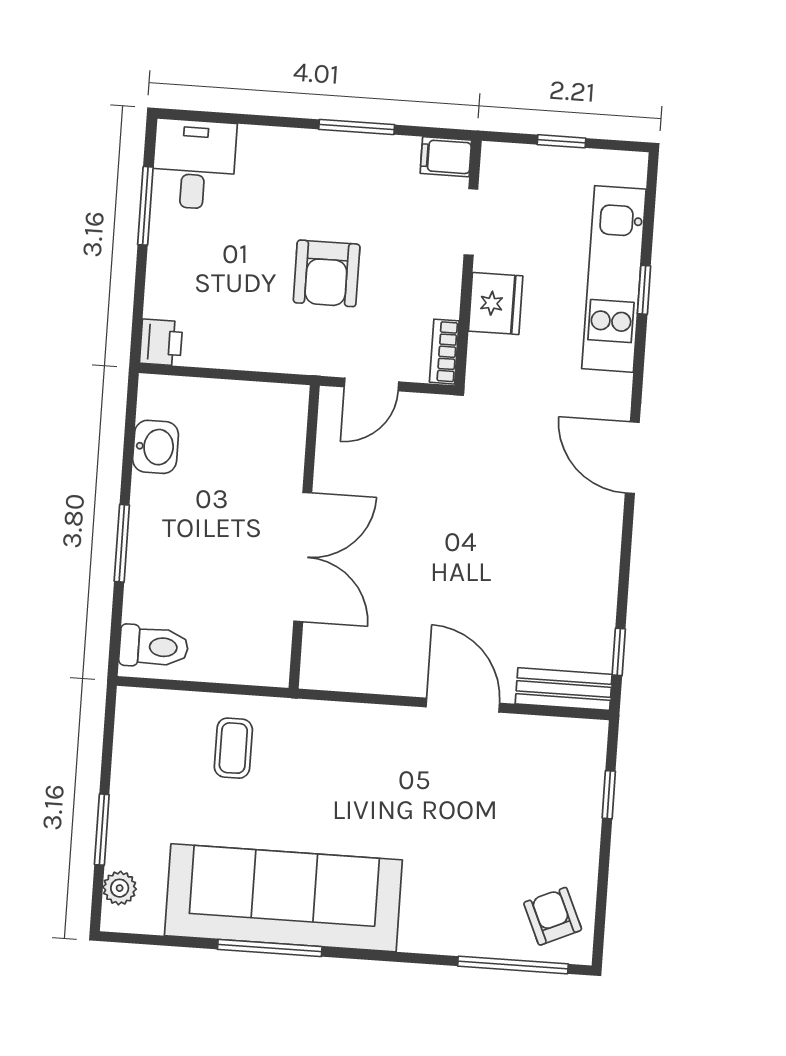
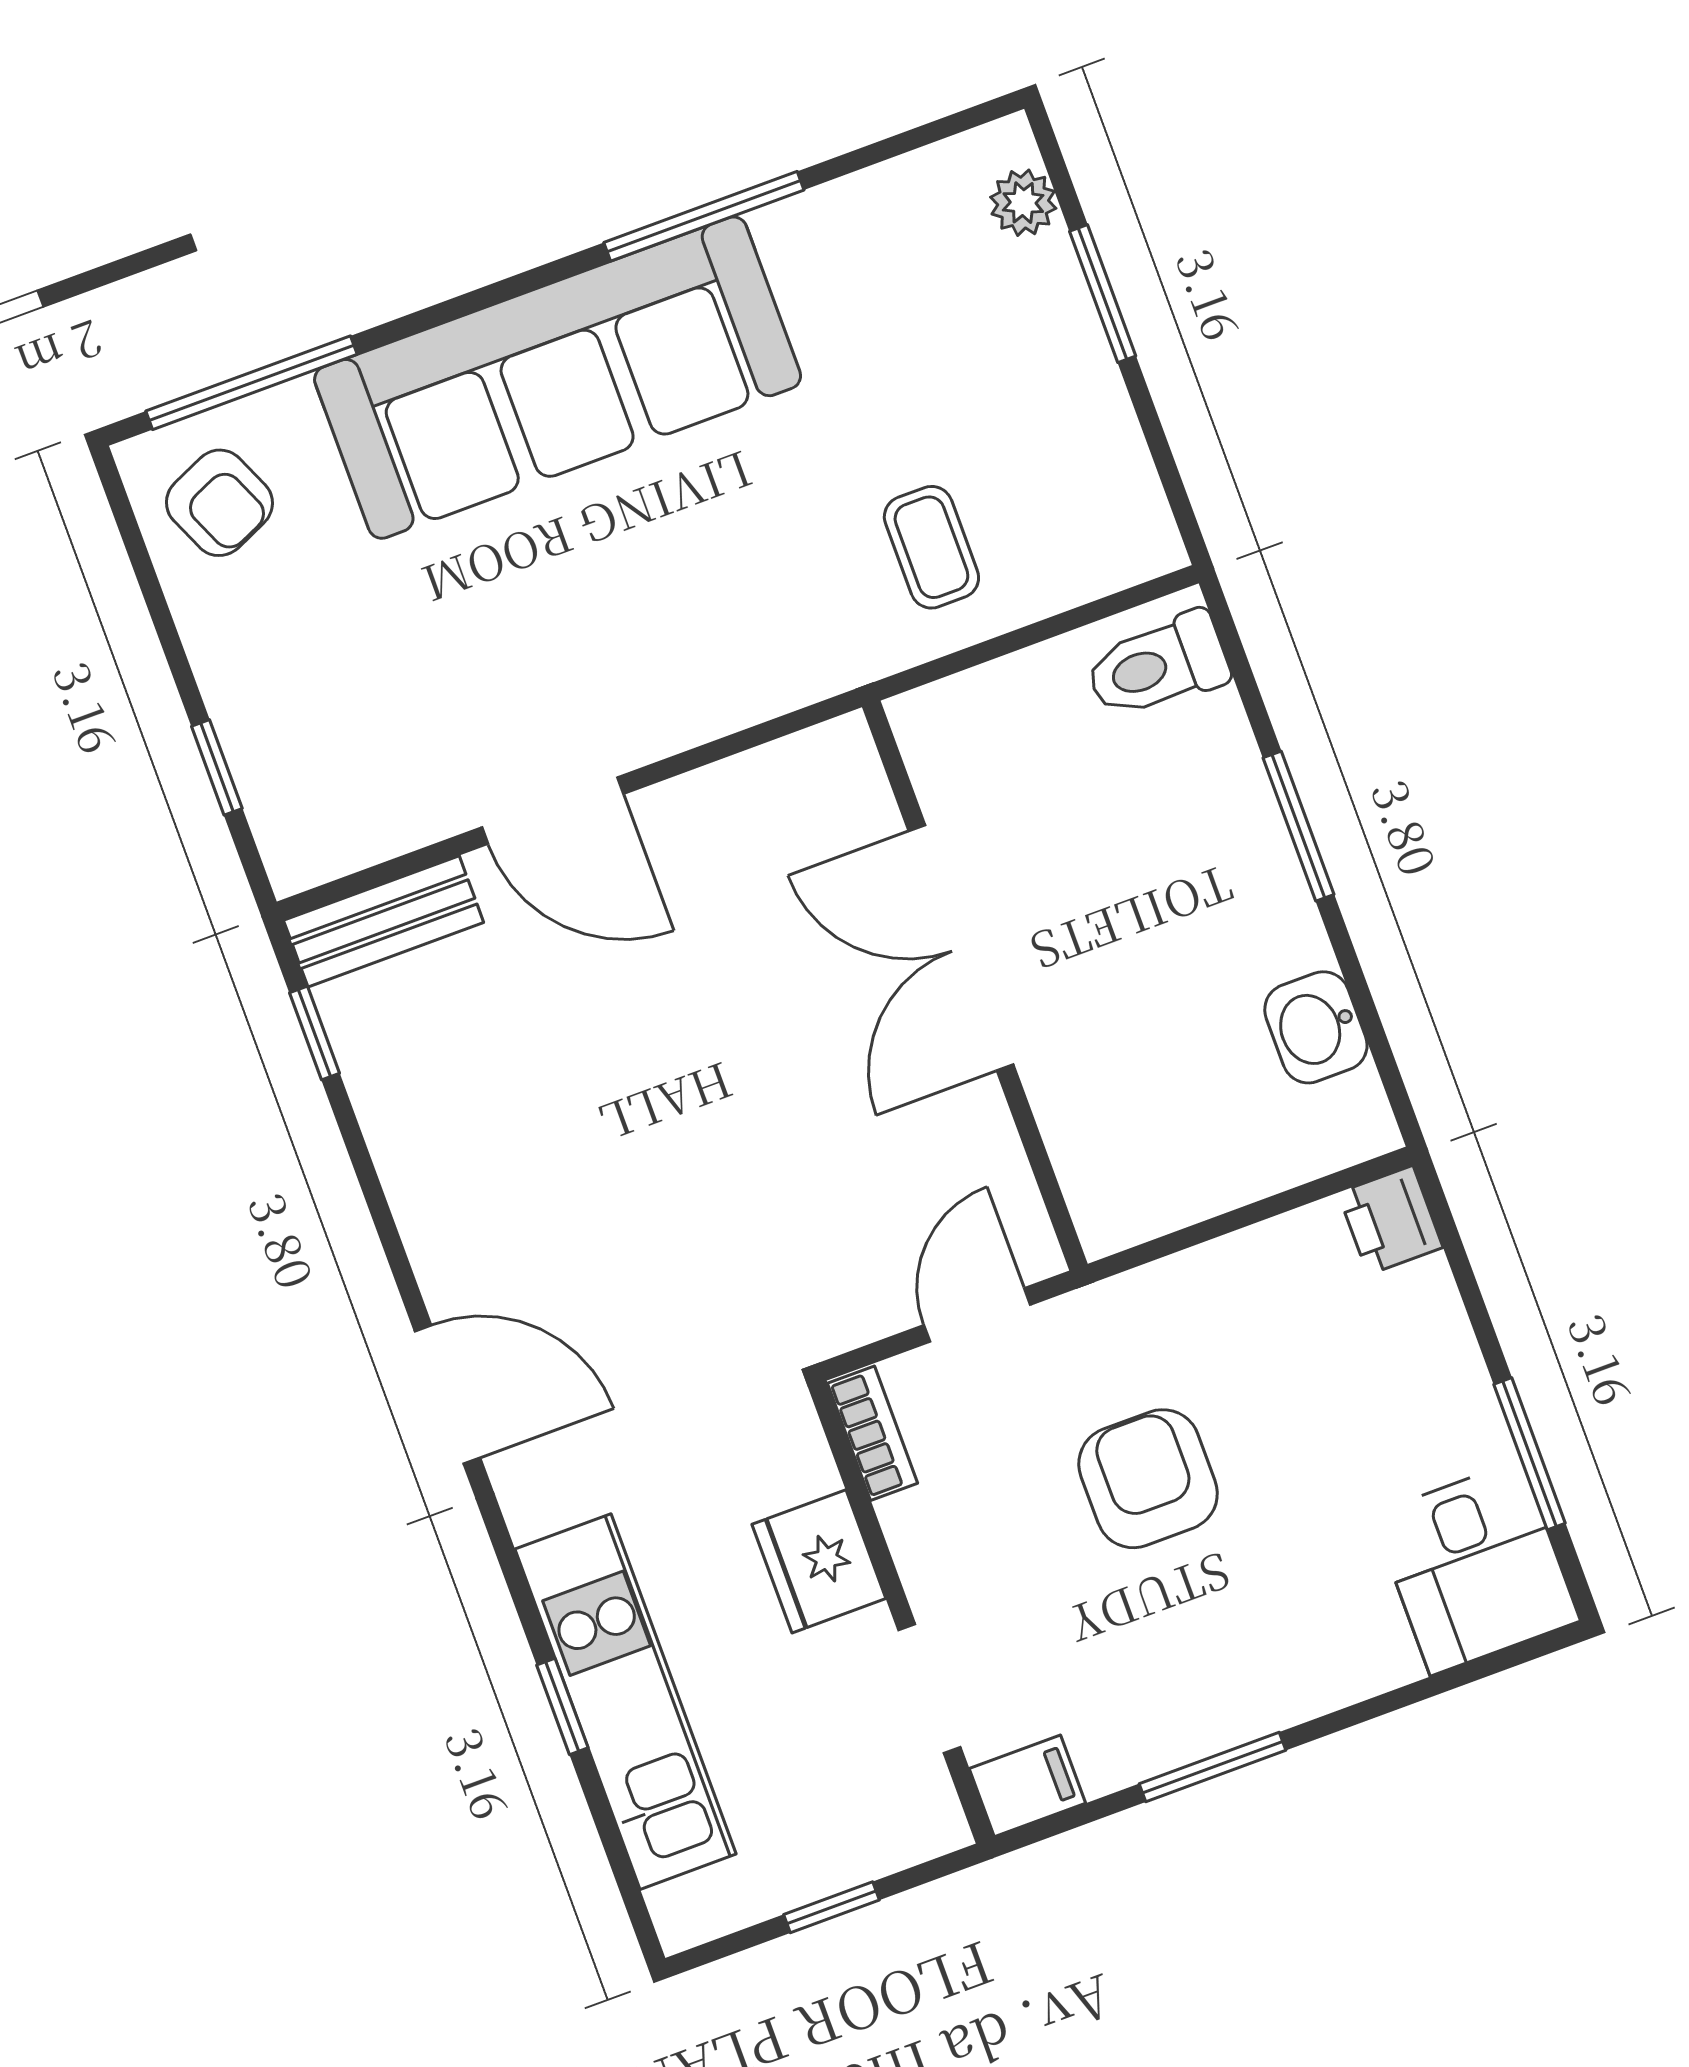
sofa: (283, 898) -> (558, 378), moved

